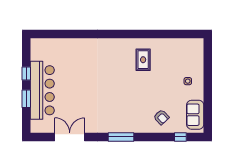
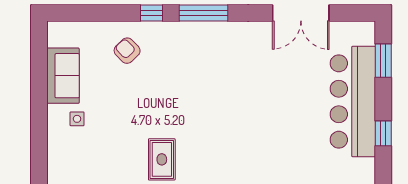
window: (26, 99) -> (383, 61), moved
sofa: (195, 115) -> (63, 76), moved
window: (180, 137) -> (151, 13), moved

